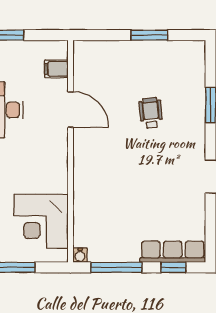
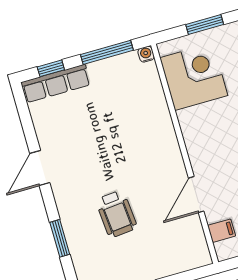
door: (70, 110) -> (196, 195), hinge flipped
wheelchair: (151, 113) -> (116, 214), width x1.36, depth x1.37

